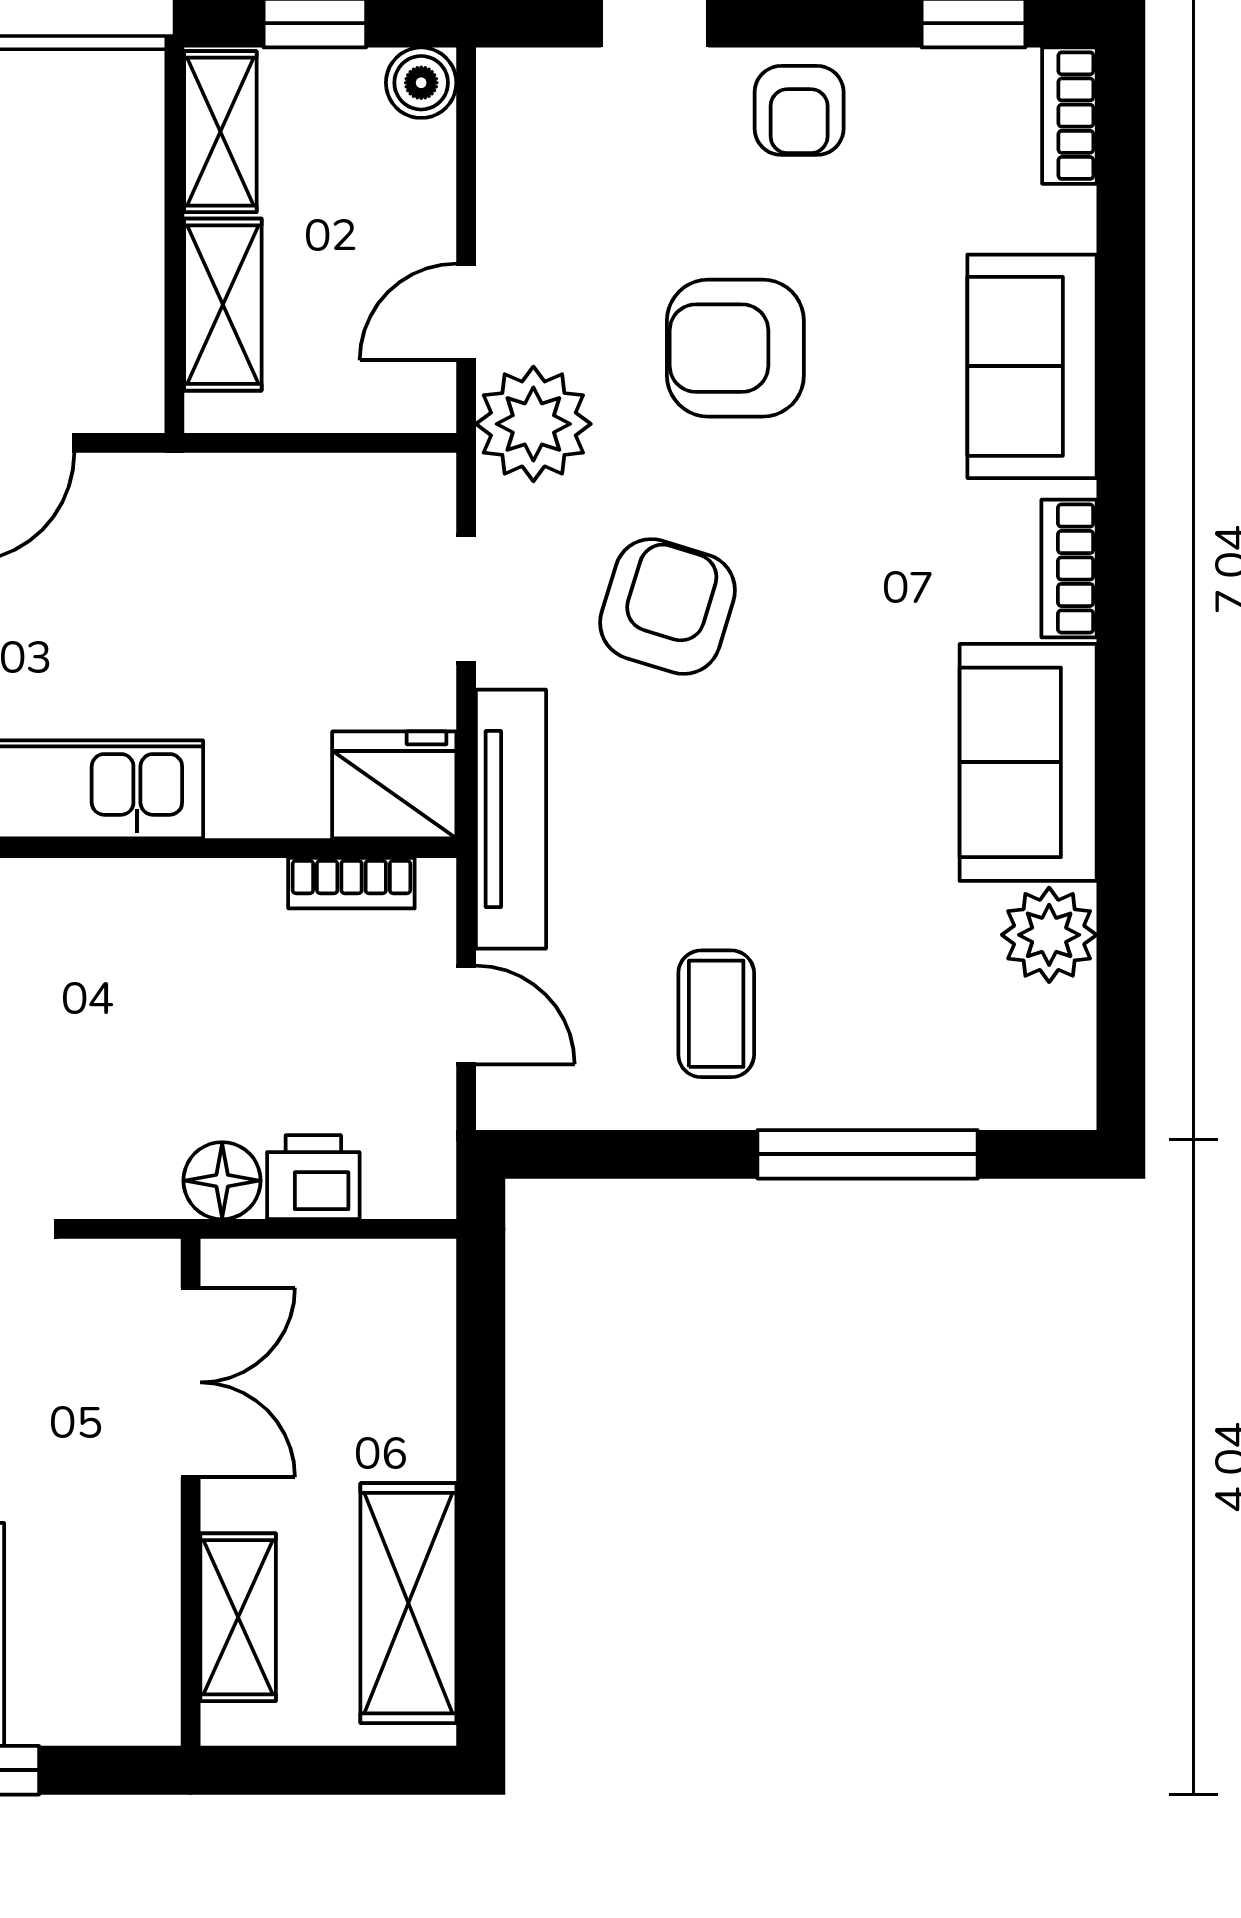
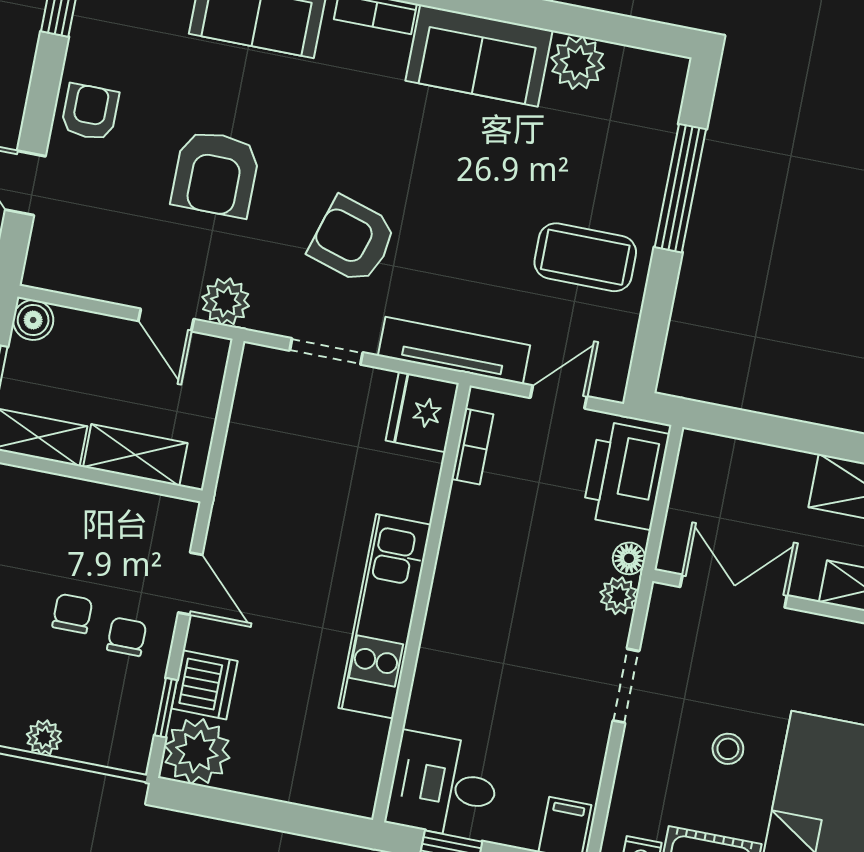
armchair: (799, 110) -> (90, 112), turned -90
plant: (533, 424) -> (226, 302), width x0.73, depth x0.73
coffee table: (716, 1014) -> (585, 257), width x1.36, depth x1.30
printer: (313, 1177) -> (626, 475), width x1.87, depth x1.48
floor lamp: (222, 1181) -> (629, 558), width x0.73, depth x0.73
plant: (144, 1186) -> (619, 596), added

